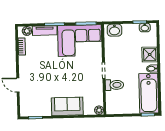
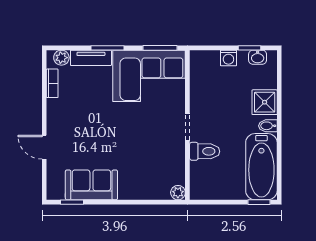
washing machine: (127, 28) -> (228, 58), added
washbasin: (114, 30) -> (207, 60), removed
sofa: (67, 106) -> (91, 185), moved

